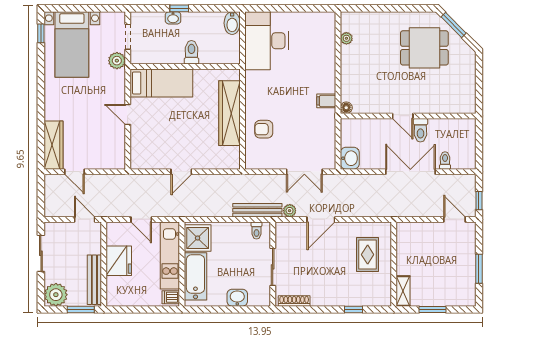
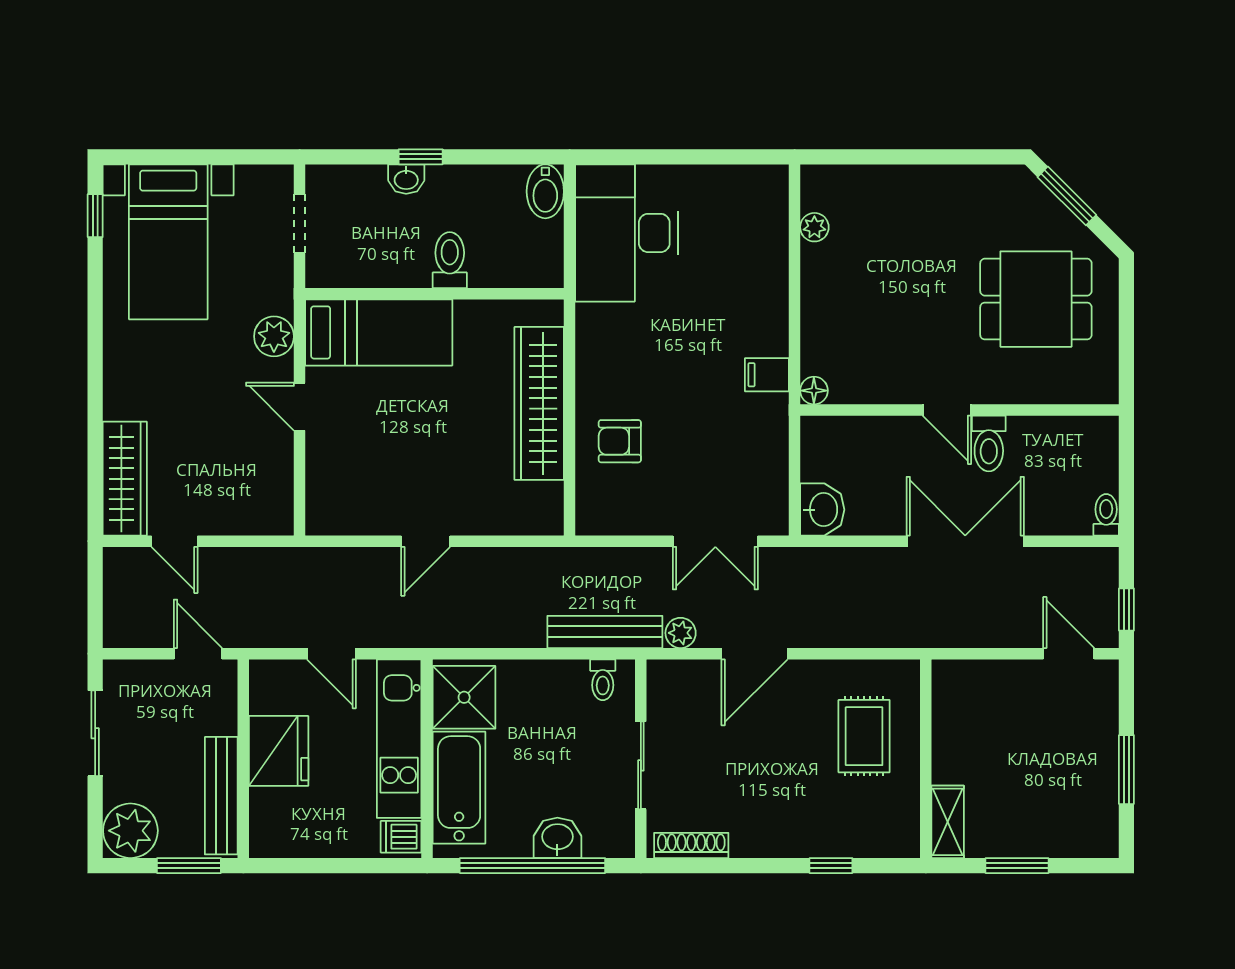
dining table: (424, 48) -> (1036, 299), moved
plant: (117, 61) -> (274, 336), moved
toilet: (445, 160) -> (1106, 515), moved
window: (227, 309) -> (532, 866), added

